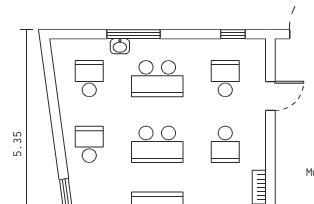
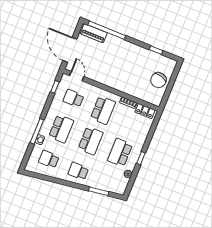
door: (270, 96) -> (77, 76), moved
school desk: (225, 144) -> (103, 110), width x1.85

